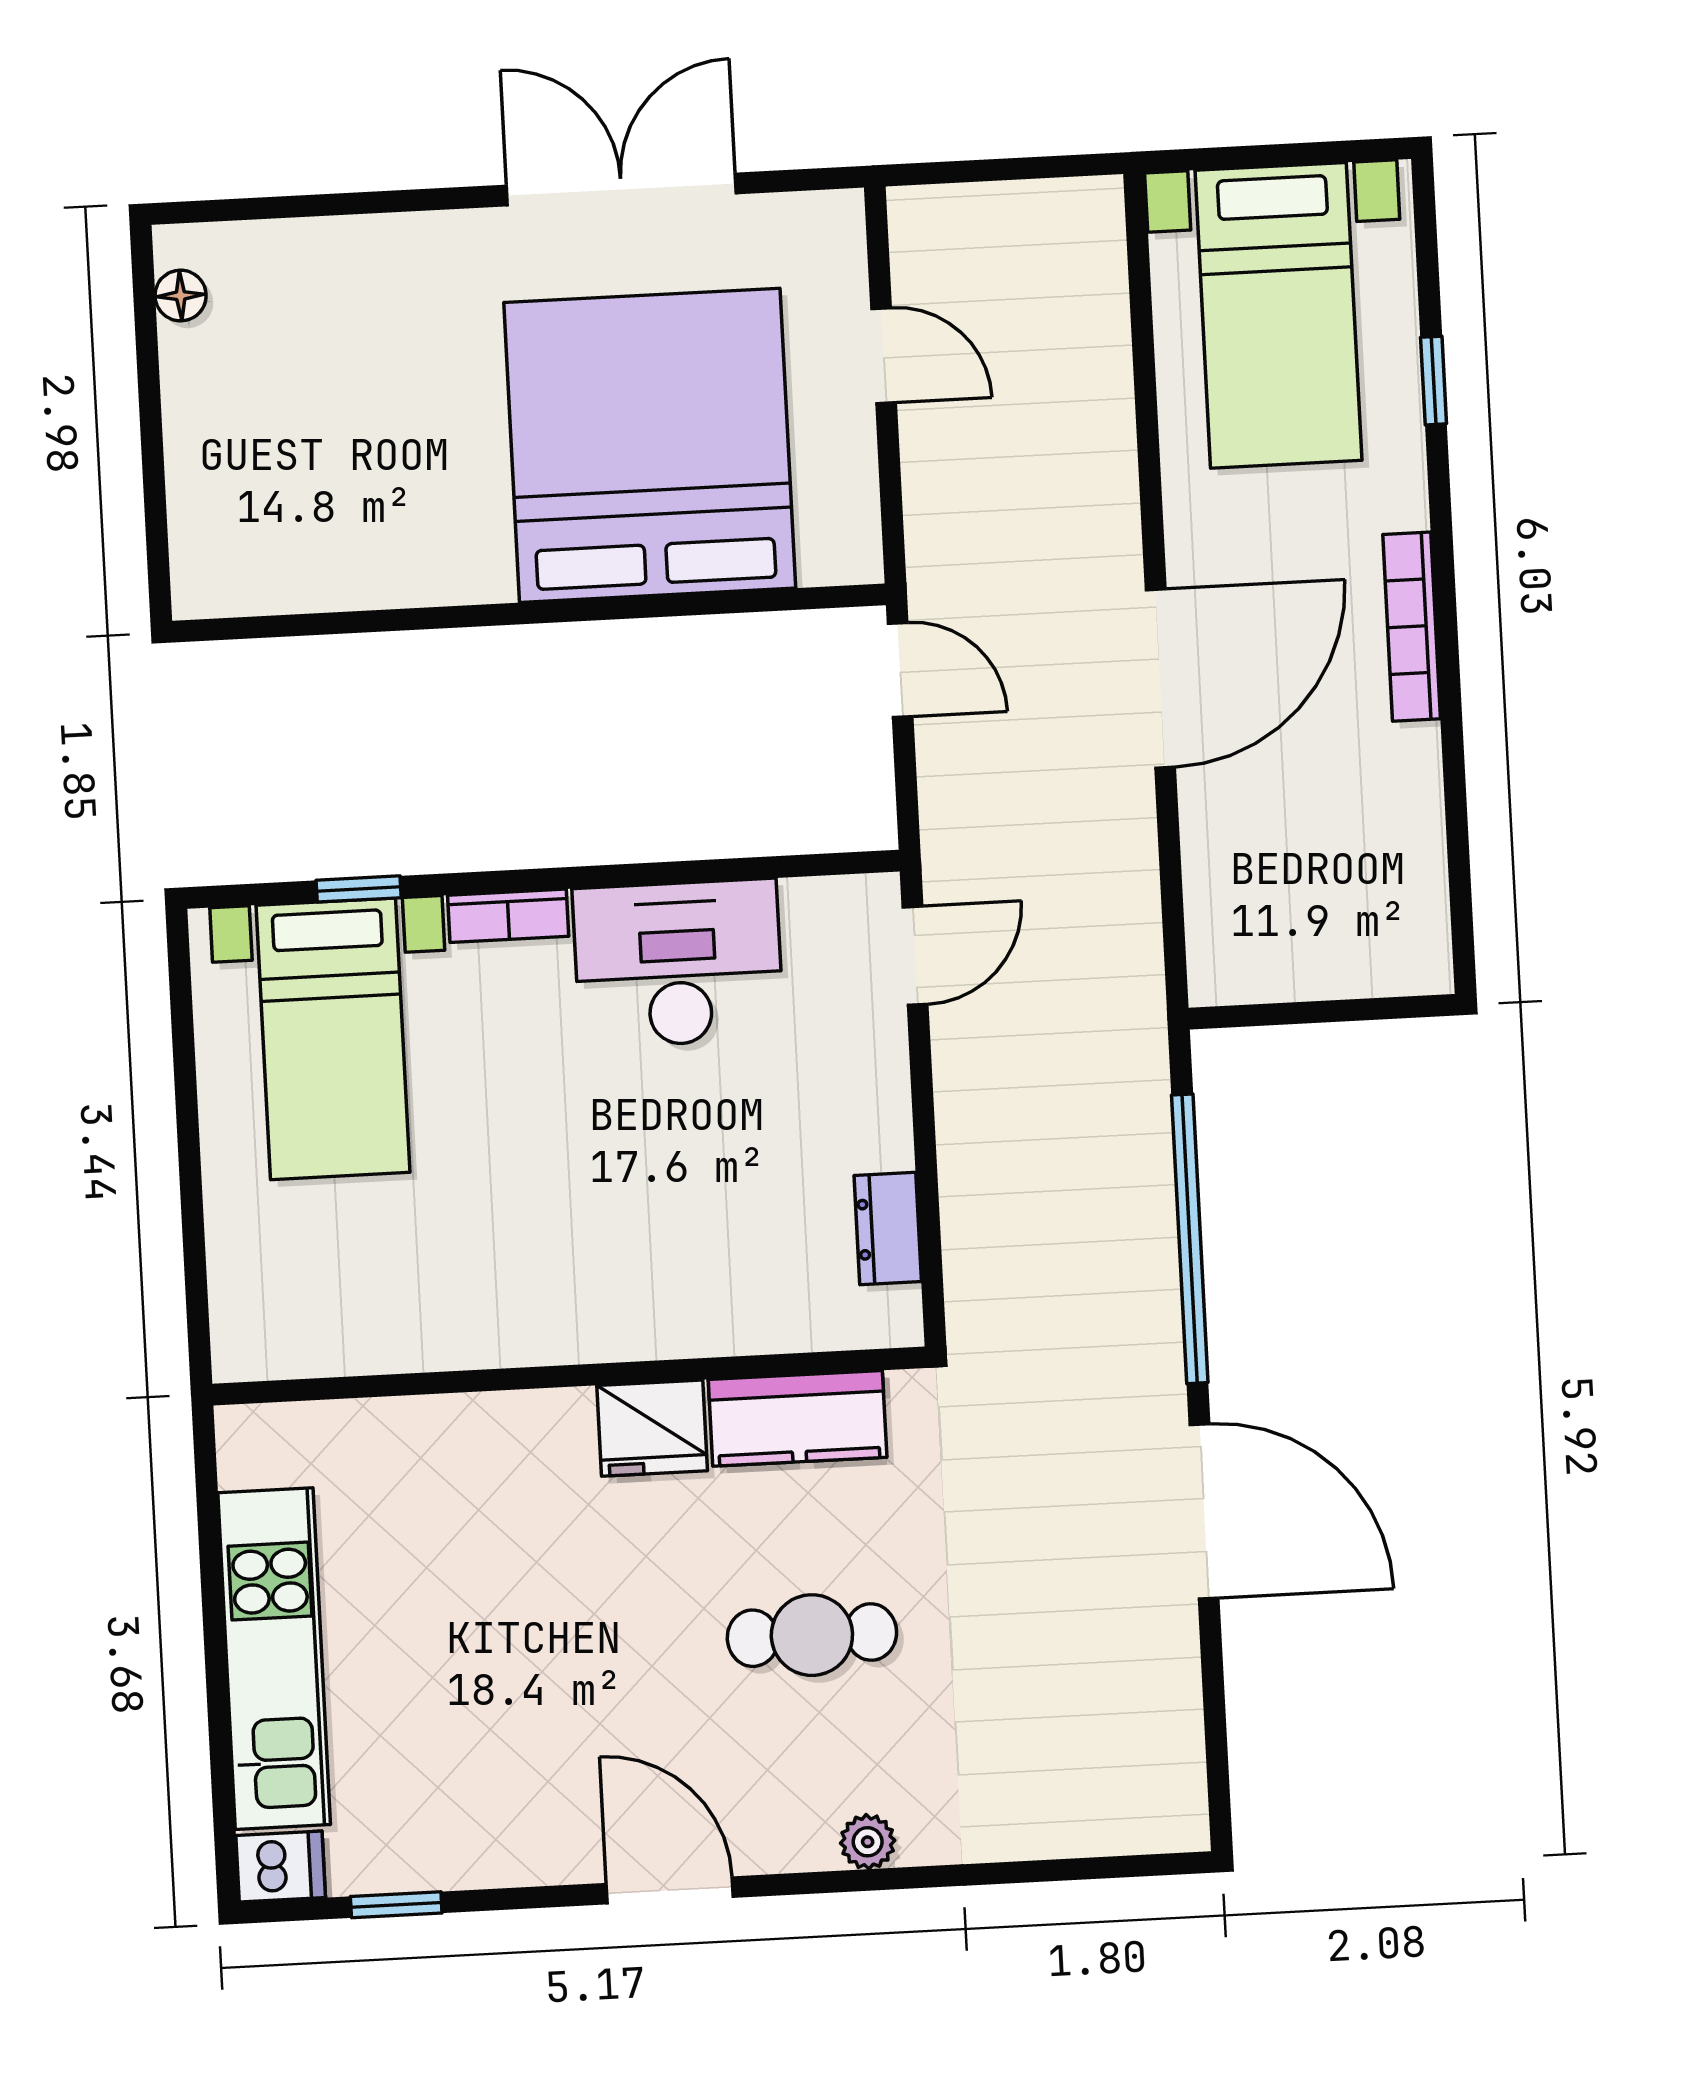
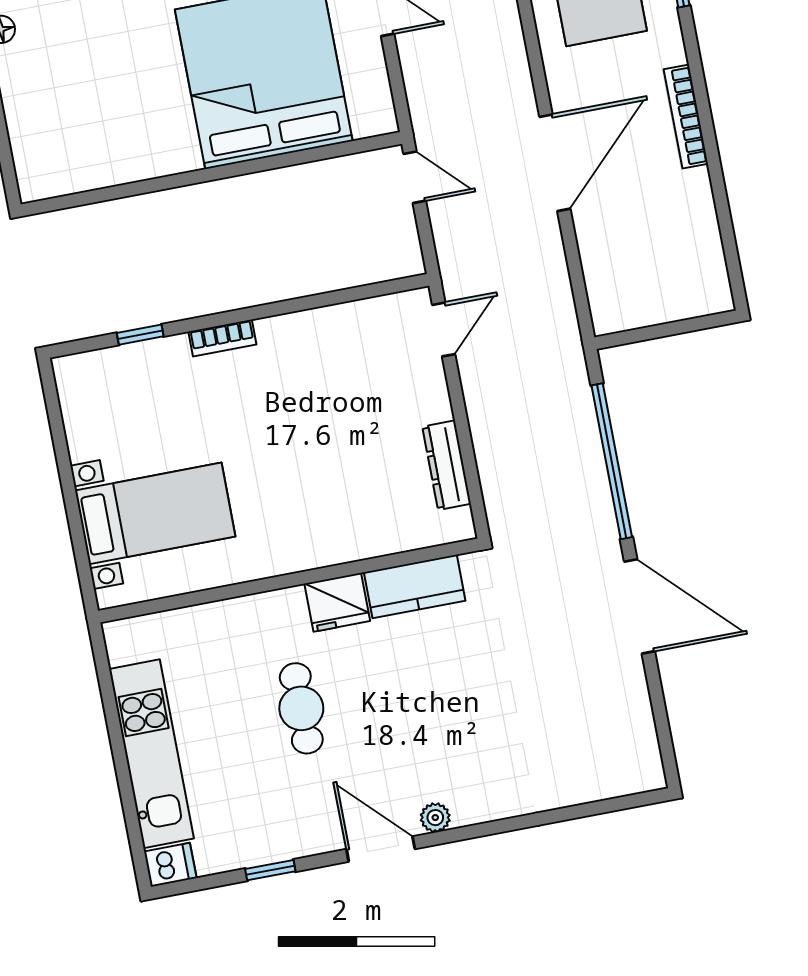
desk: (678, 963) -> (317, 351), removed
bed with nightstands: (333, 1039) -> (155, 513), moved, turned -90
dresser: (888, 1228) -> (447, 465), width x1.44
cafe table: (812, 1635) -> (301, 708), moved, turned 90
plant: (868, 1842) -> (435, 818), moved
window: (396, 1905) -> (270, 870), moved

